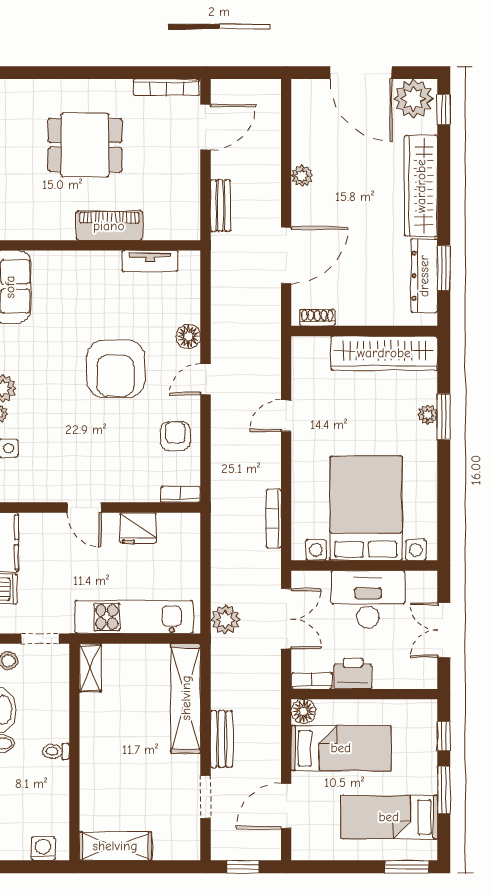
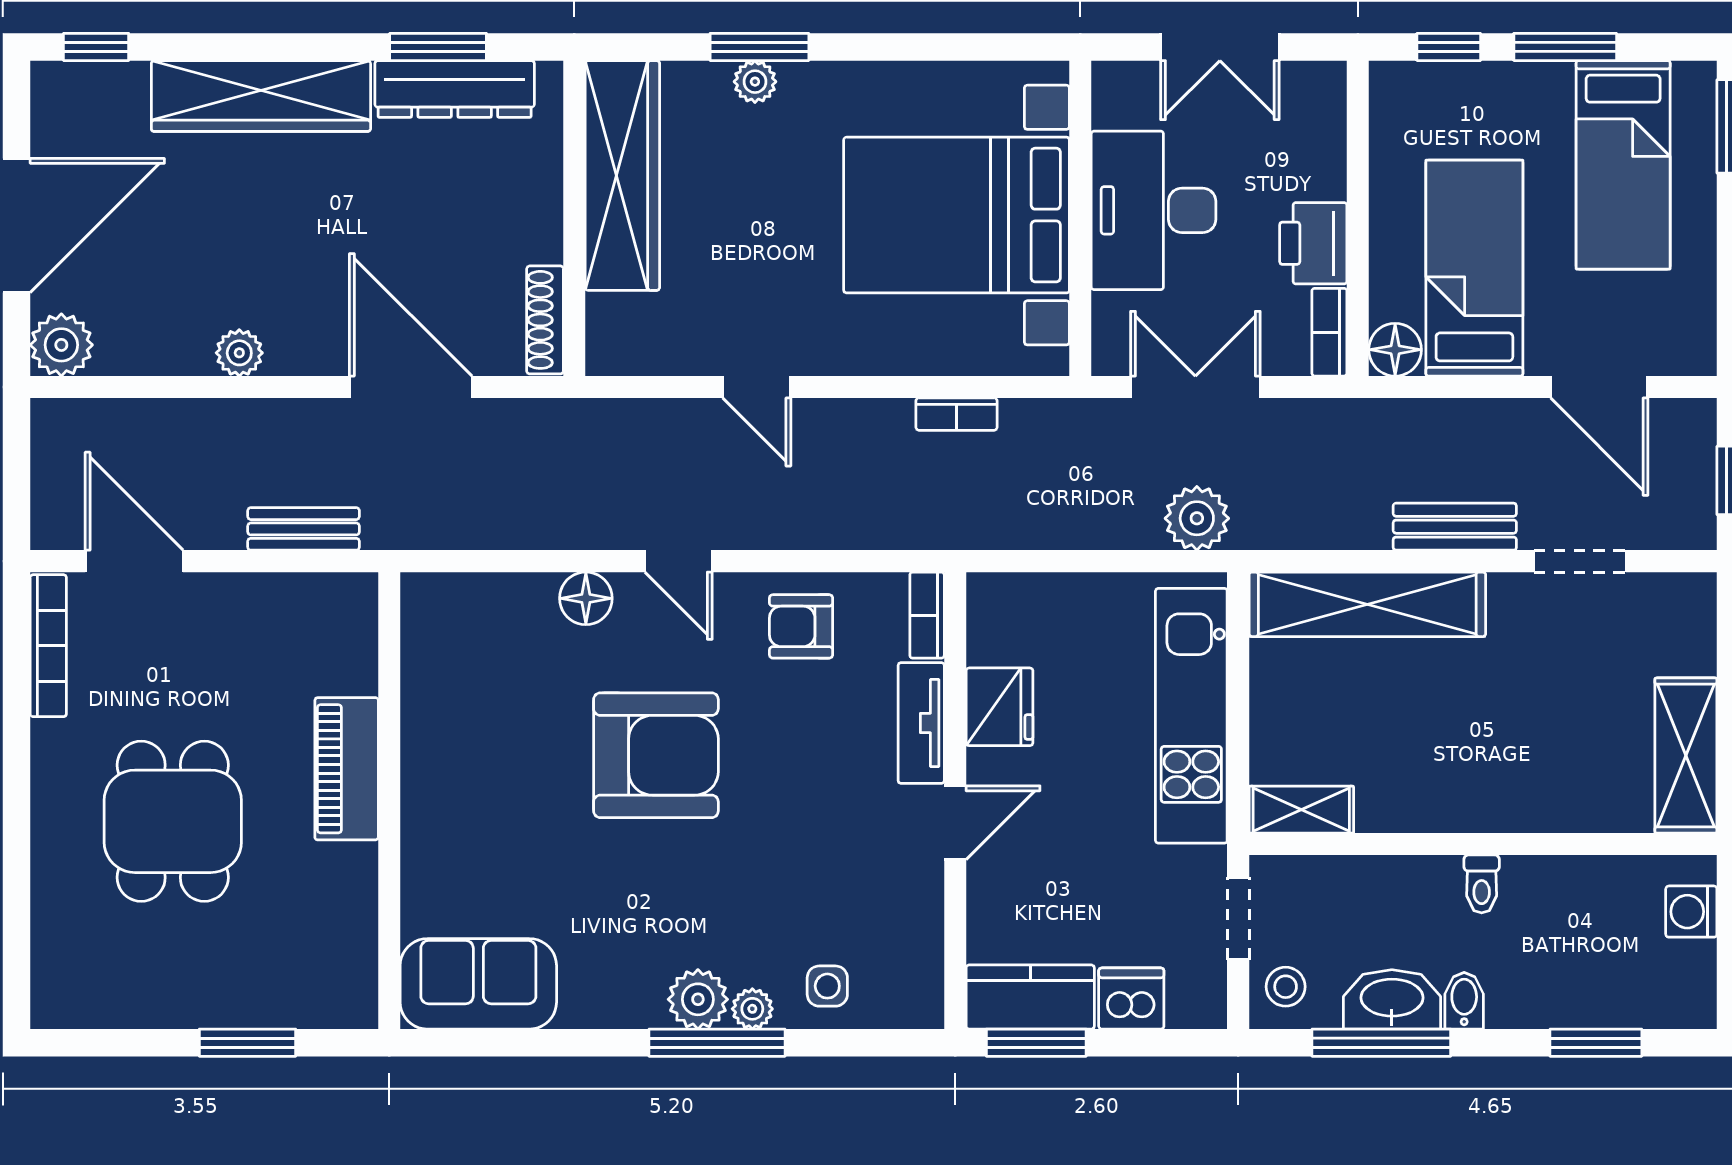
plant: (413, 99) -> (61, 345), moved, width x0.73, depth x0.73
tv unit: (150, 261) -> (921, 723), moved, turned 180
shoe rack: (317, 317) -> (545, 320), width x1.43
bookcase: (274, 519) -> (957, 414), width x0.64

